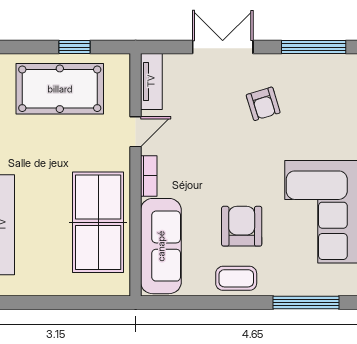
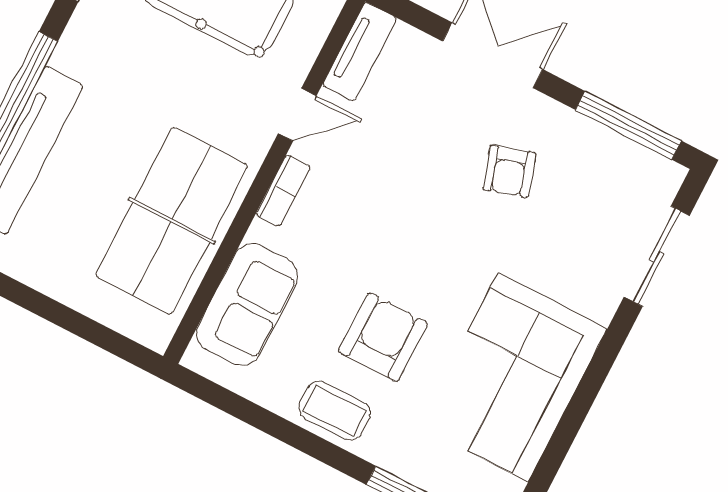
sofa: (161, 246) -> (247, 305), width x0.73

